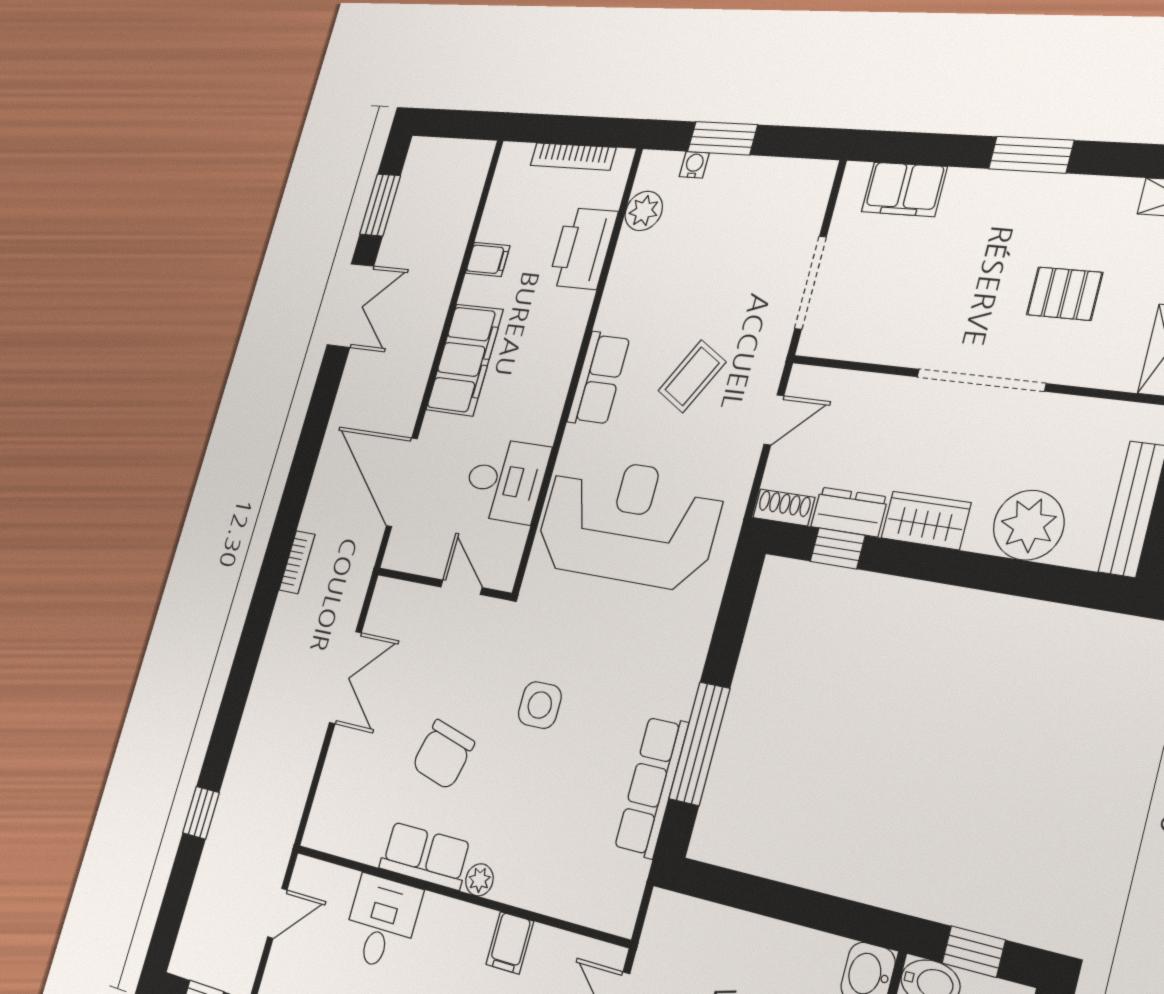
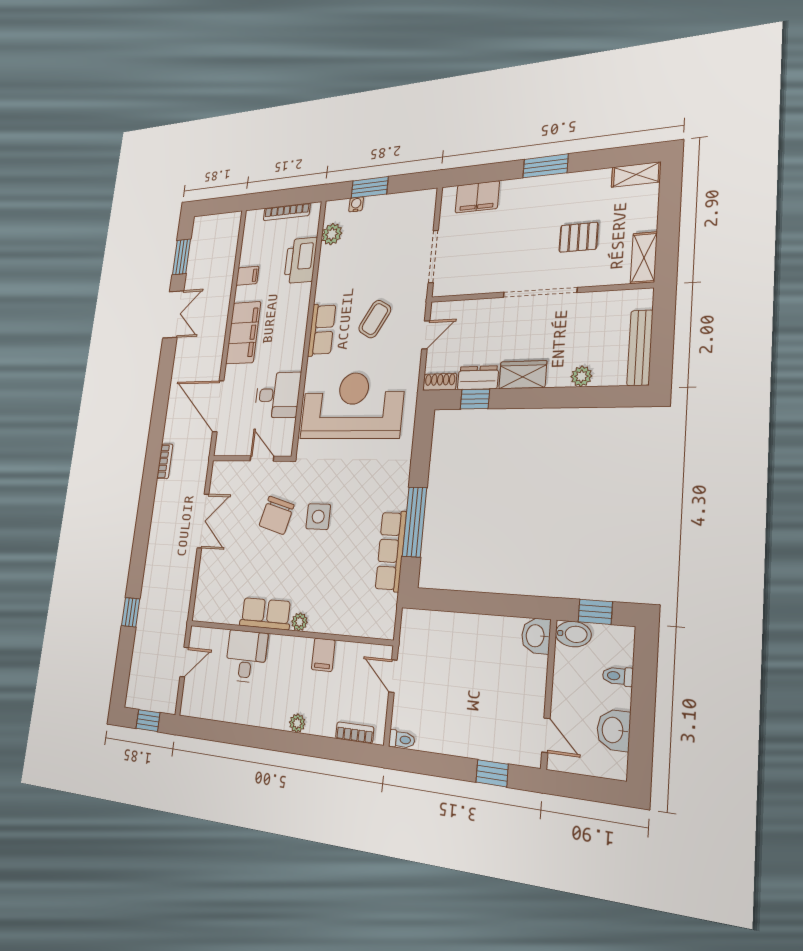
plant: (1029, 525) -> (581, 376), width x0.53, depth x0.53
chair: (443, 755) -> (277, 515), moved

